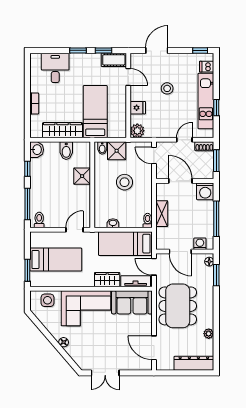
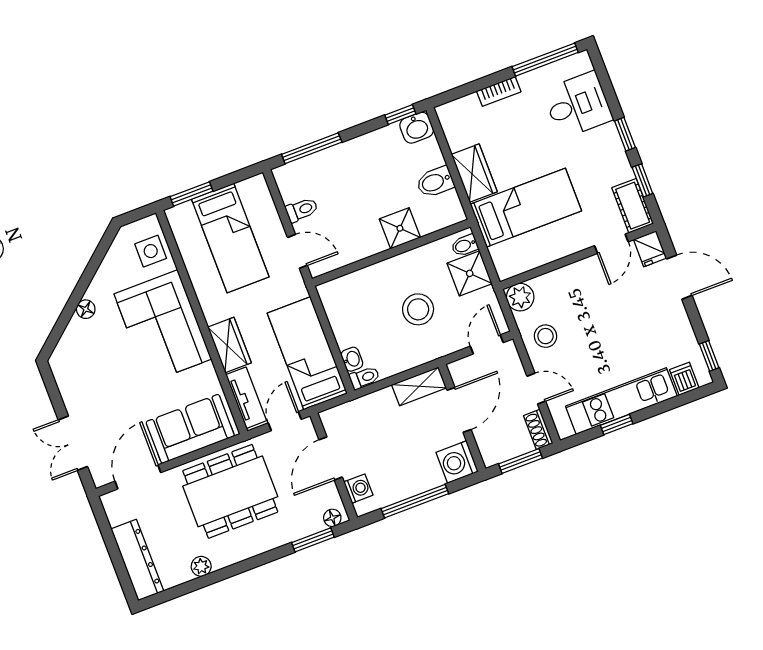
window: (27, 75) -> (545, 60), added
stool: (167, 88) -> (545, 336), moved
fridge: (138, 108) -> (650, 249), moved
wardrobe: (63, 130) -> (474, 173), width x0.67
window: (27, 169) -> (400, 115), moved
shelving: (162, 214) -> (419, 386), moved
toilet: (39, 220) -> (302, 210), moved
washbasin: (113, 223) -> (352, 359), moved
sofa: (132, 302) -> (190, 429), moved, turned 90
double door: (105, 373) -> (73, 443), moved

